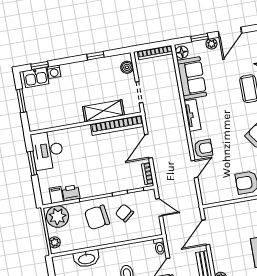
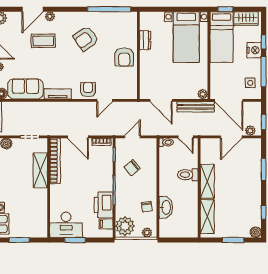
door: (195, 169) -> (105, 100), swing flipped
printer: (71, 193) -> (104, 205), width x1.87, depth x1.48
chair: (97, 217) -> (147, 207), moved, width x0.54, depth x0.54

